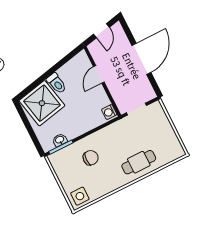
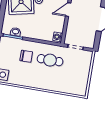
cafe table: (139, 162) -> (50, 60), moved

